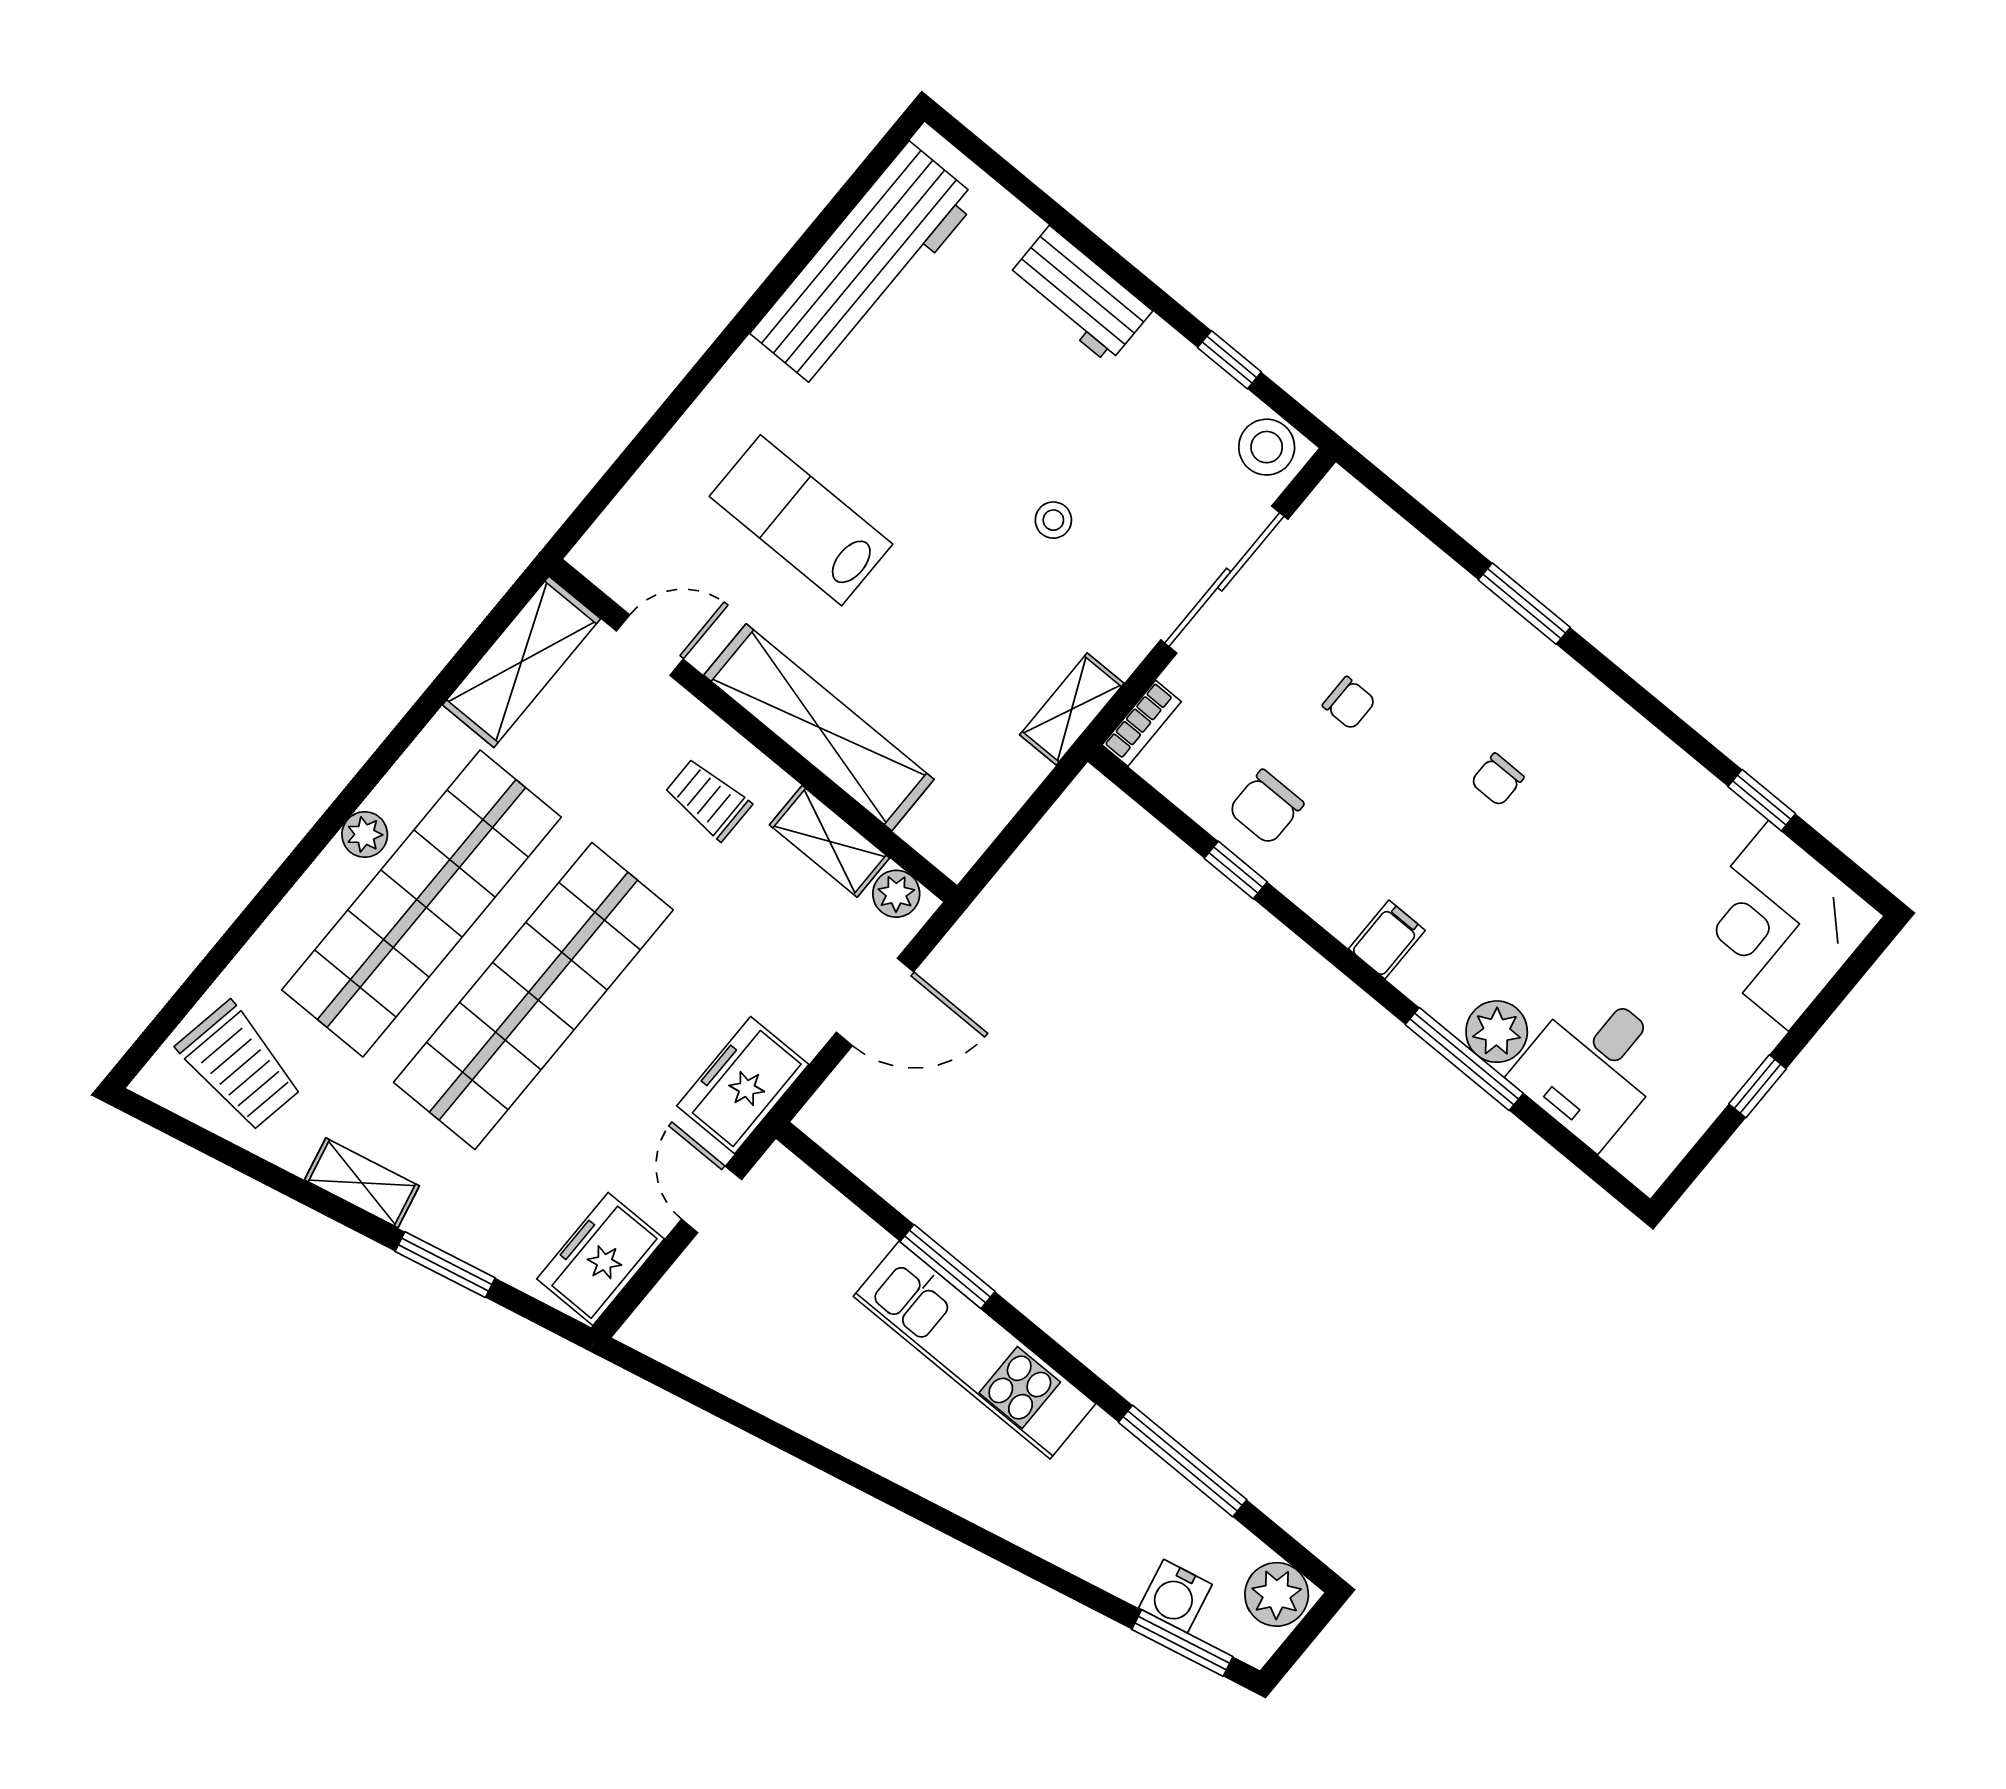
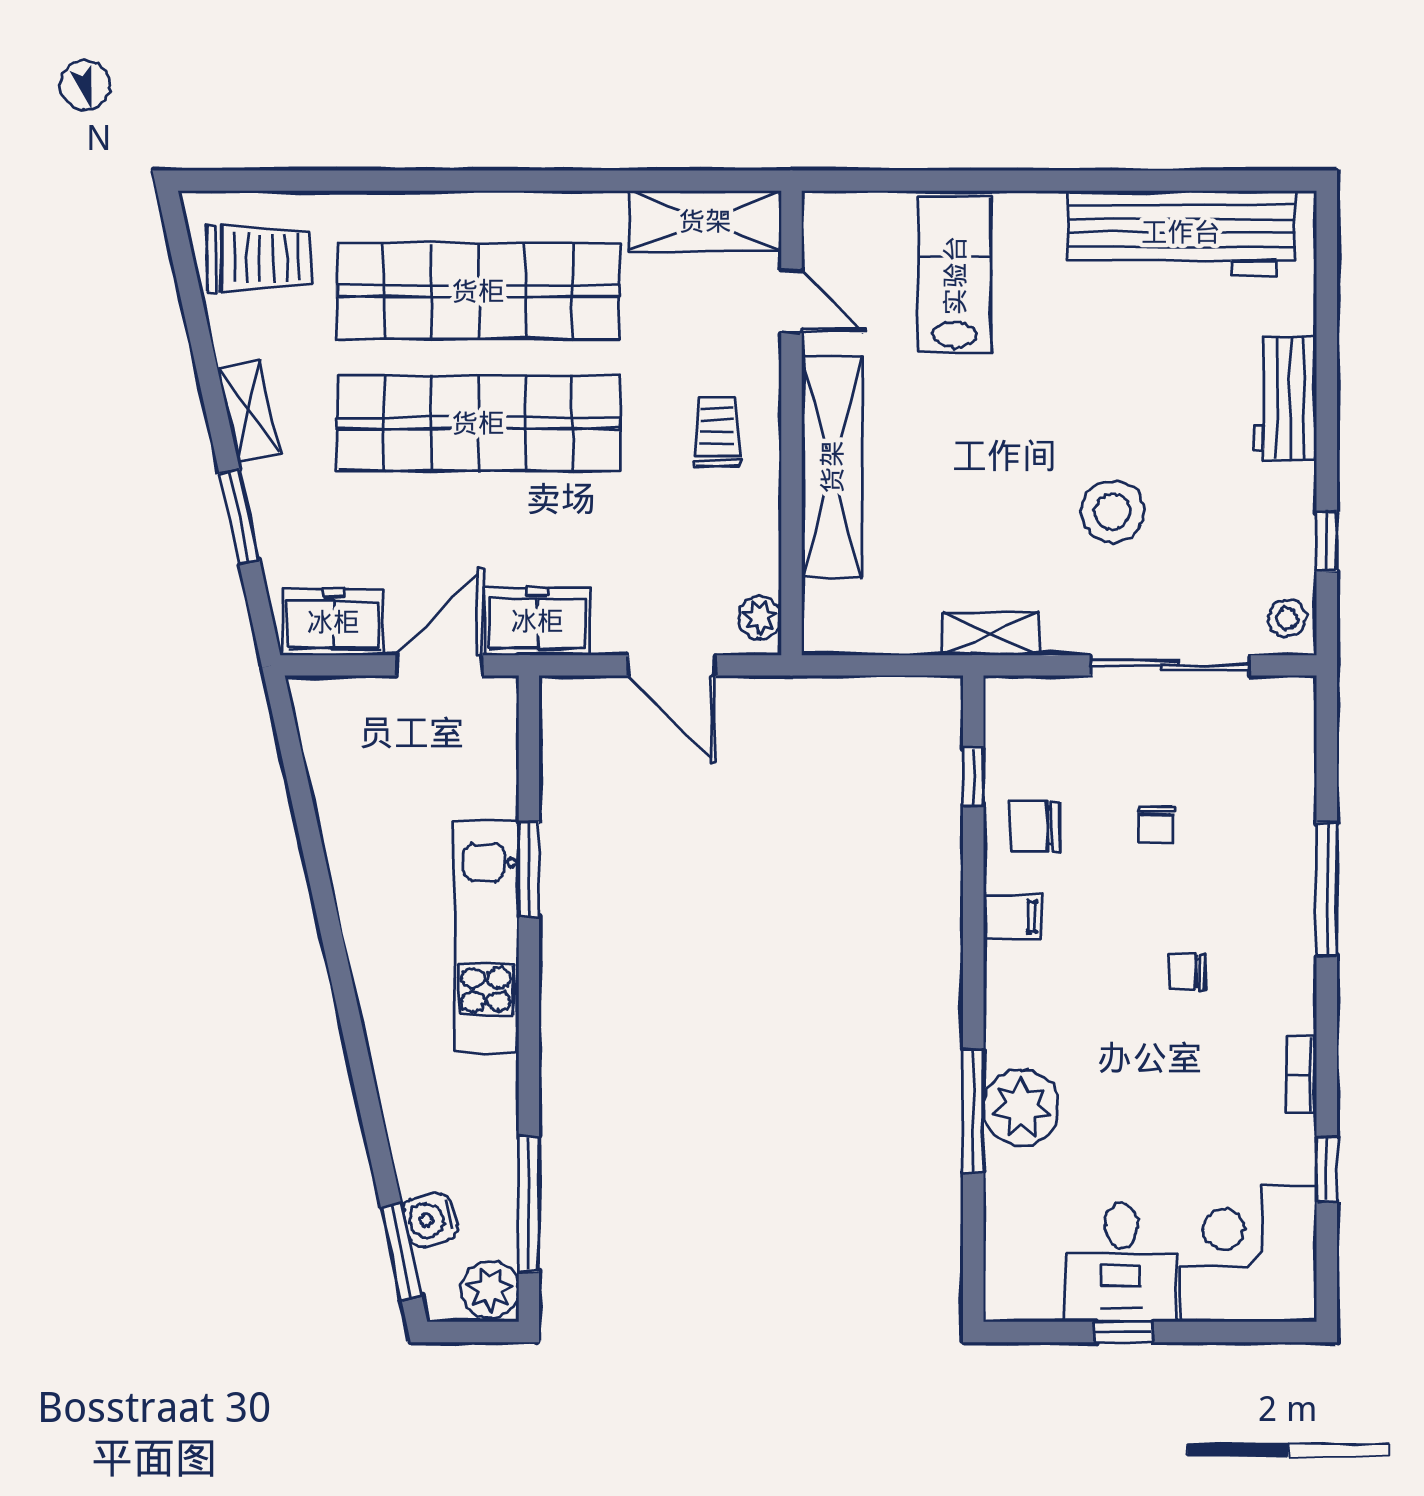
stool: (1267, 447) -> (1287, 618), width x0.73, depth x0.73
lab bench: (801, 520) -> (955, 275), moved
stool: (1053, 520) -> (1113, 511), width x1.89, depth x1.89
window: (1524, 604) -> (1327, 889), width x1.44
bookcase: (1142, 723) -> (1301, 1075), moved, turned 90
plant: (365, 835) -> (494, 211), removed
shelving: (830, 841) -> (758, 541), removed
window: (1236, 870) -> (973, 777), moved
filing cabinet: (1387, 940) -> (1012, 917), moved
plant: (1497, 1032) -> (1021, 1108), width x1.36, depth x1.36
trolley: (240, 1066) -> (259, 258), turned -100
desk: (1593, 1066) -> (1121, 1262), moved, turned -90
door: (712, 1199) -> (439, 665), width x1.37
window: (1183, 1461) -> (529, 1204), moved

